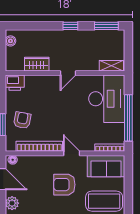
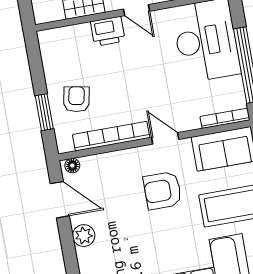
door: (68, 73) -> (137, 10), hinge flipped
printer: (15, 83) -> (108, 31), moved

